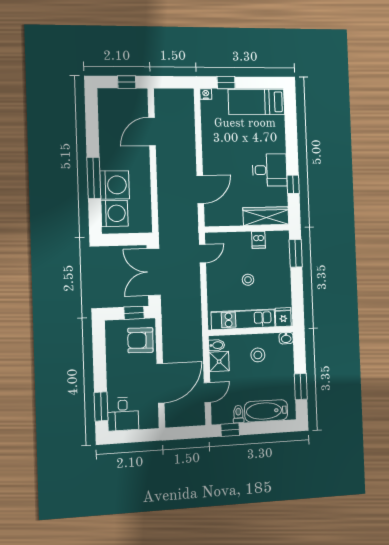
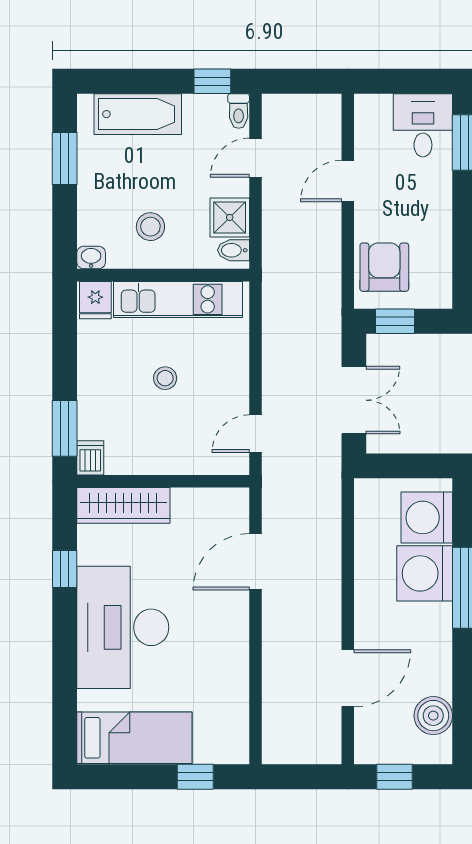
nightstand: (206, 94) -> (238, 753), removed
boiler: (108, 113) -> (433, 716), added
desk: (270, 170) -> (123, 627), width x1.87, depth x1.30
dishwasher: (258, 240) -> (90, 458), moved
double door: (154, 272) -> (354, 400), width x0.73
armchair: (140, 340) -> (384, 267), turned -91
door: (161, 383) -> (348, 181), width x0.53
toilet: (238, 414) -> (239, 111), moved

